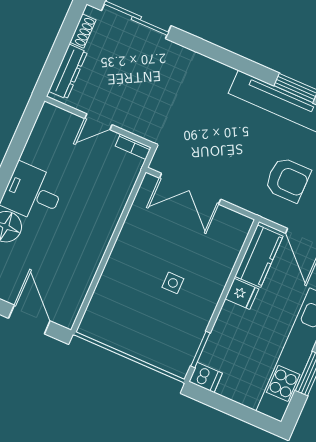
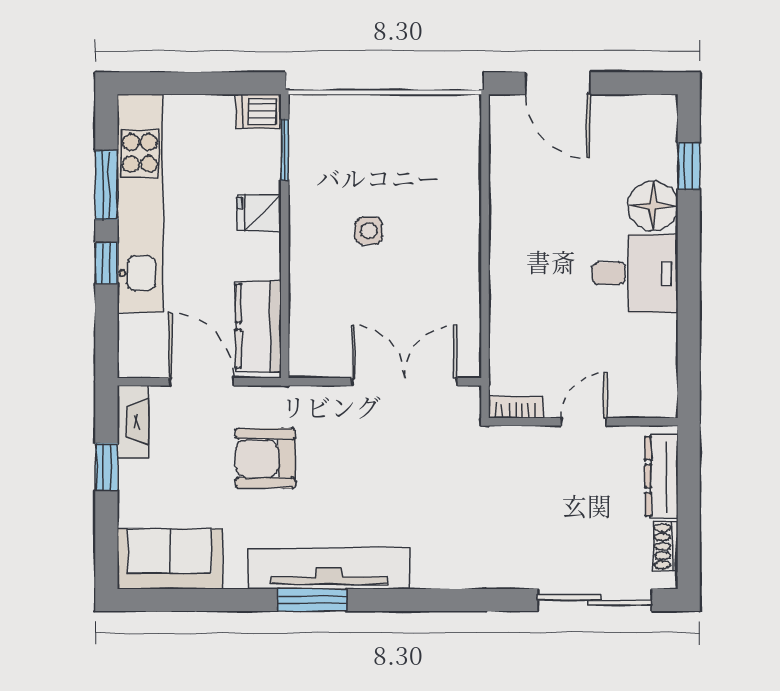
fridge: (242, 294) -> (259, 212), moved

